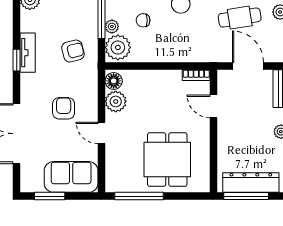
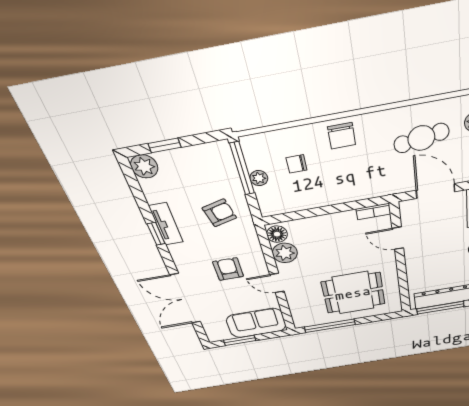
plant: (118, 47) -> (273, 200), removed
dining table: (167, 159) -> (353, 293), turned 90

